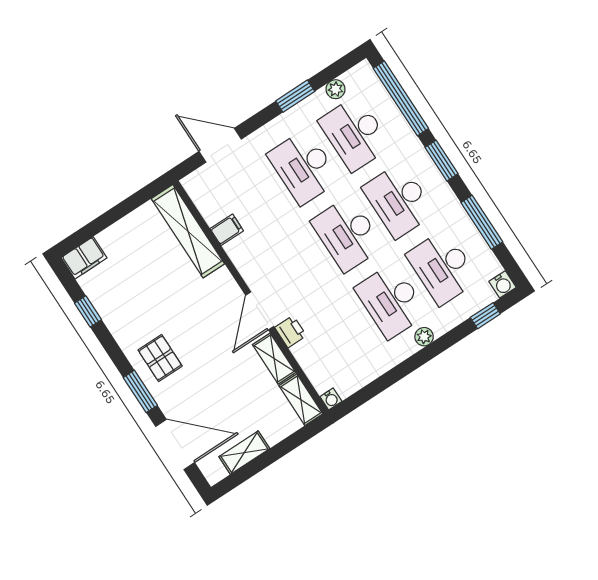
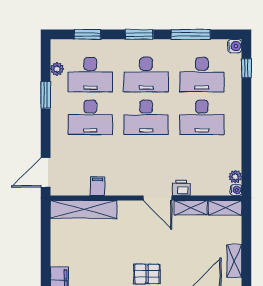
window: (401, 98) -> (87, 34), width x0.47
door: (220, 145) -> (46, 172), moved
plant: (424, 337) -> (235, 177), moved

